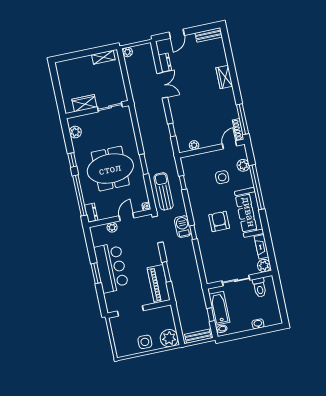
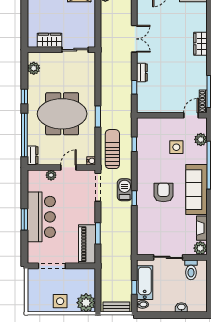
dresser: (165, 63) -> (142, 73), moved
plant: (194, 145) -> (154, 108), removed

